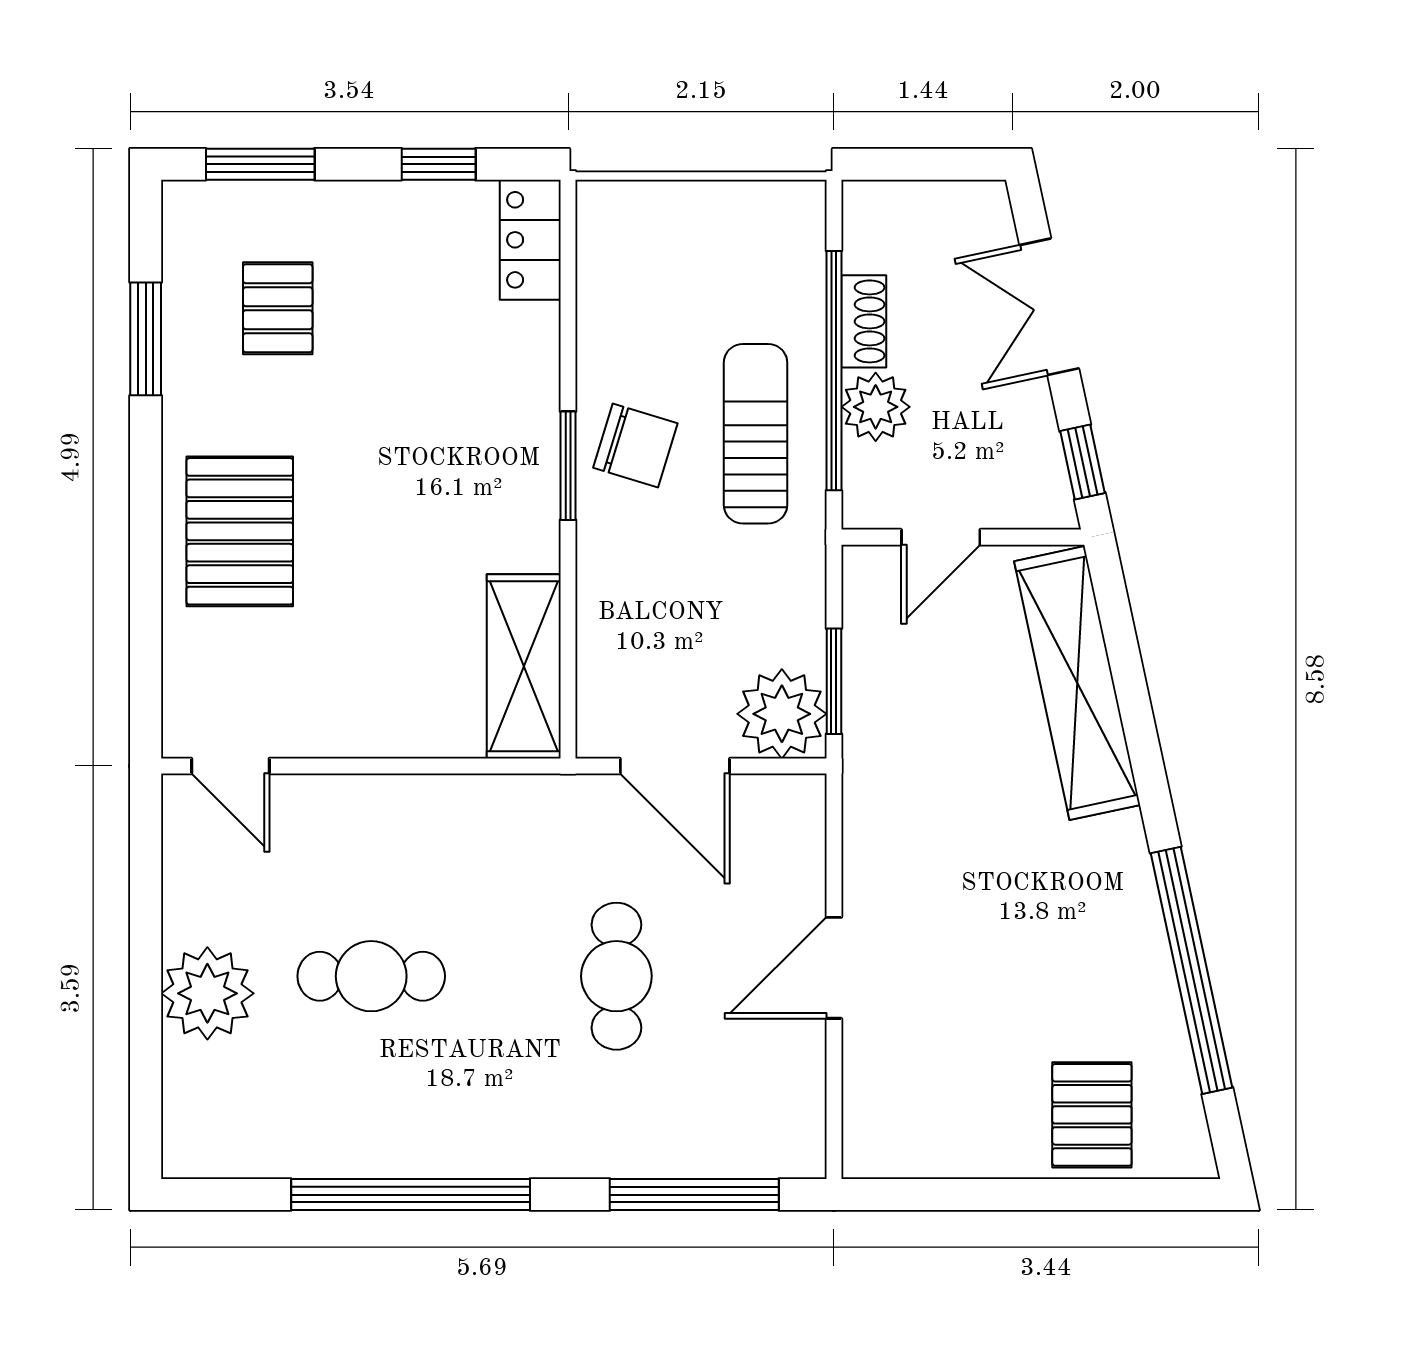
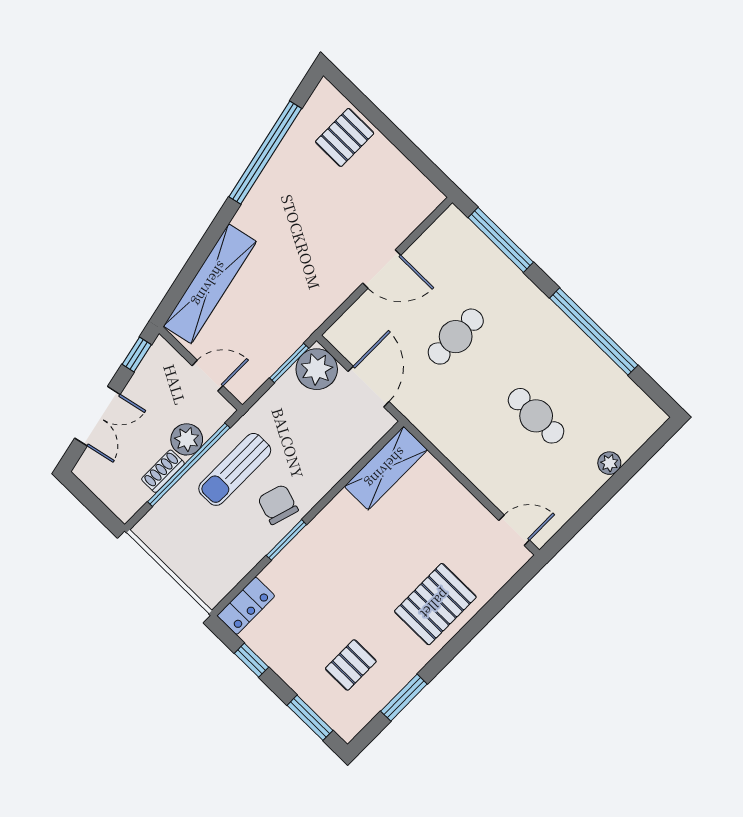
window: (568, 466) -> (286, 540), moved
door: (230, 766) -> (514, 530), hinge flipped
plant: (207, 993) -> (609, 463), width x0.53, depth x0.53

